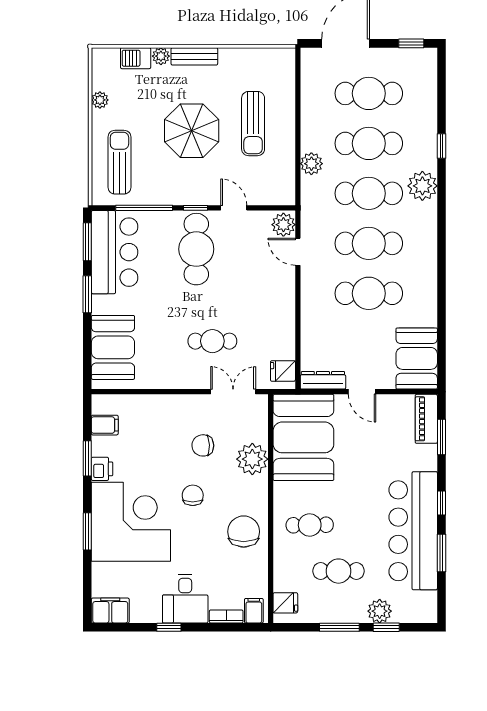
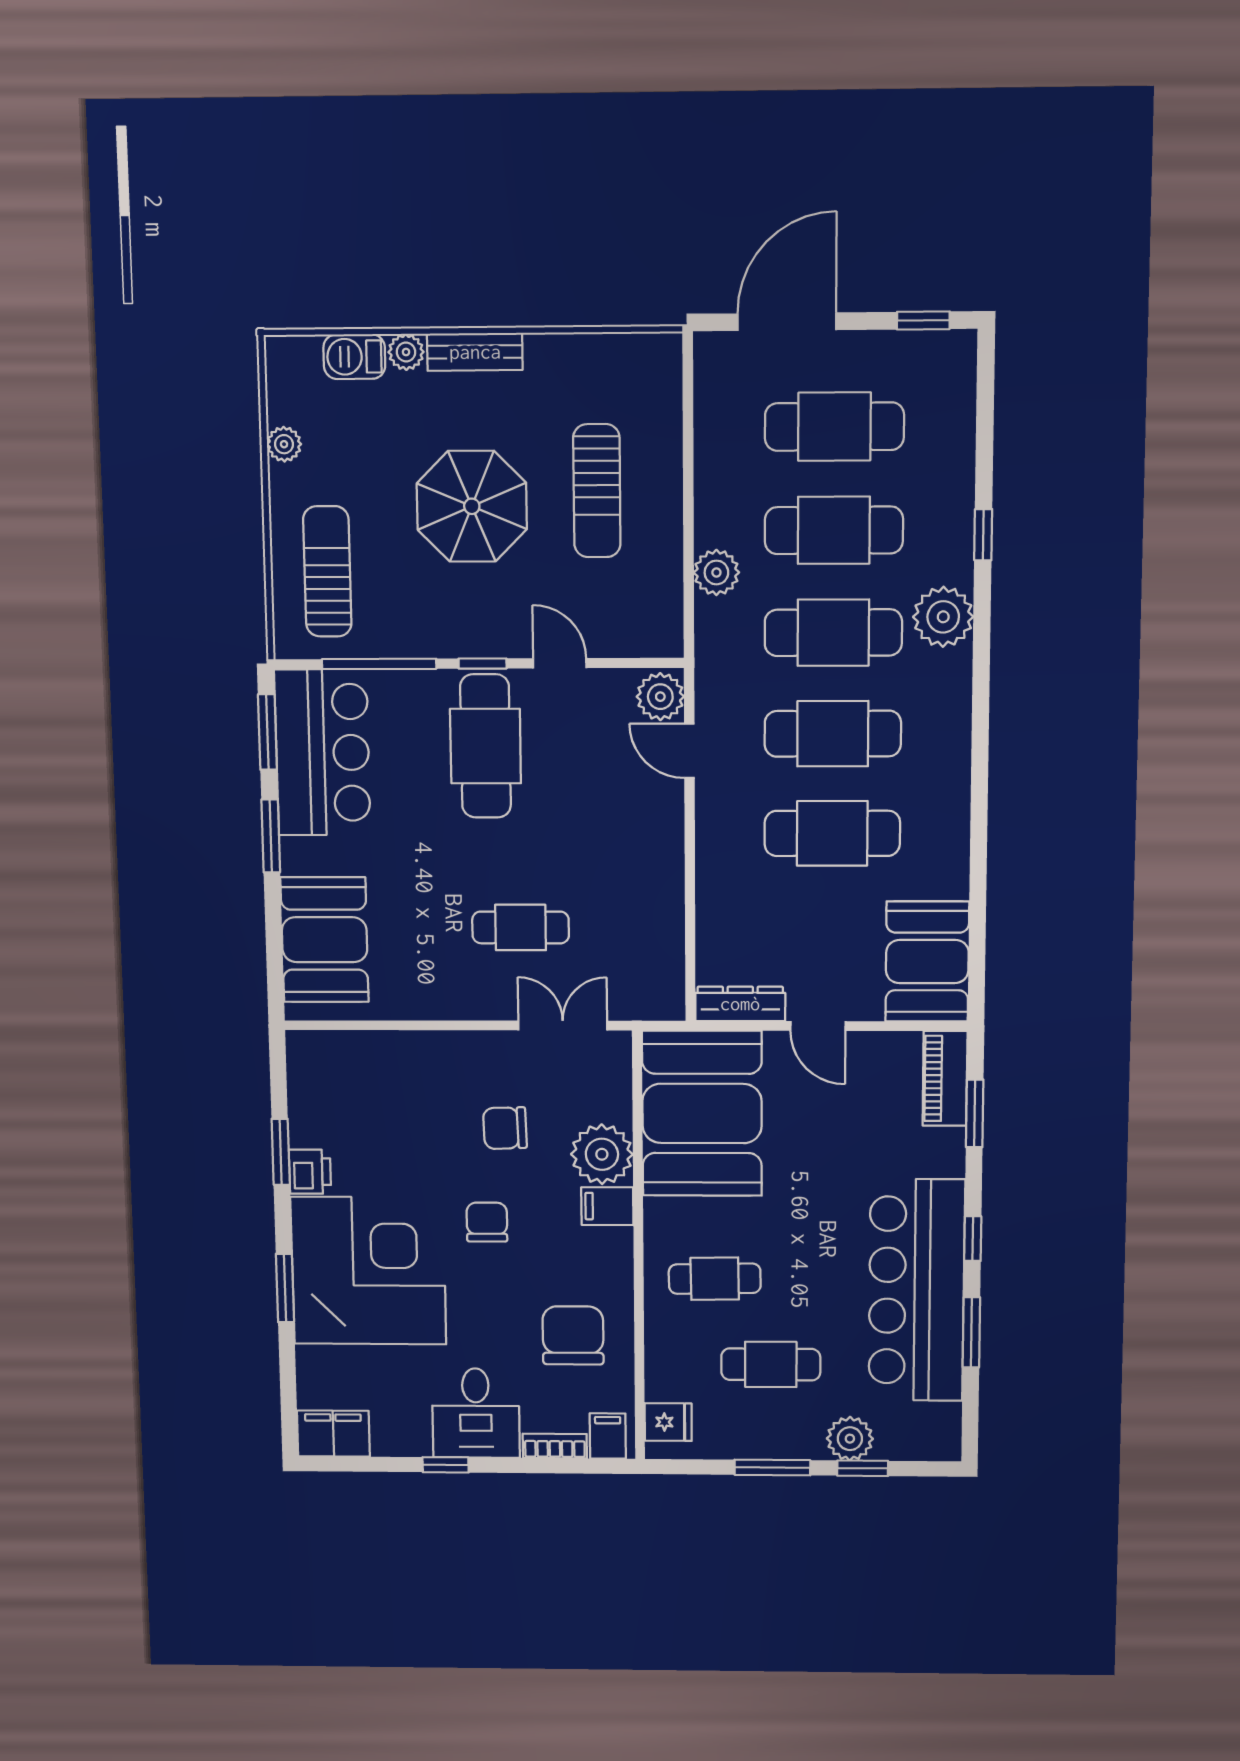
fridge: (283, 371) -> (661, 986), removed
filing cabinet: (105, 425) -> (607, 1206), moved, turned 180
chair: (244, 532) -> (573, 1335), moved

